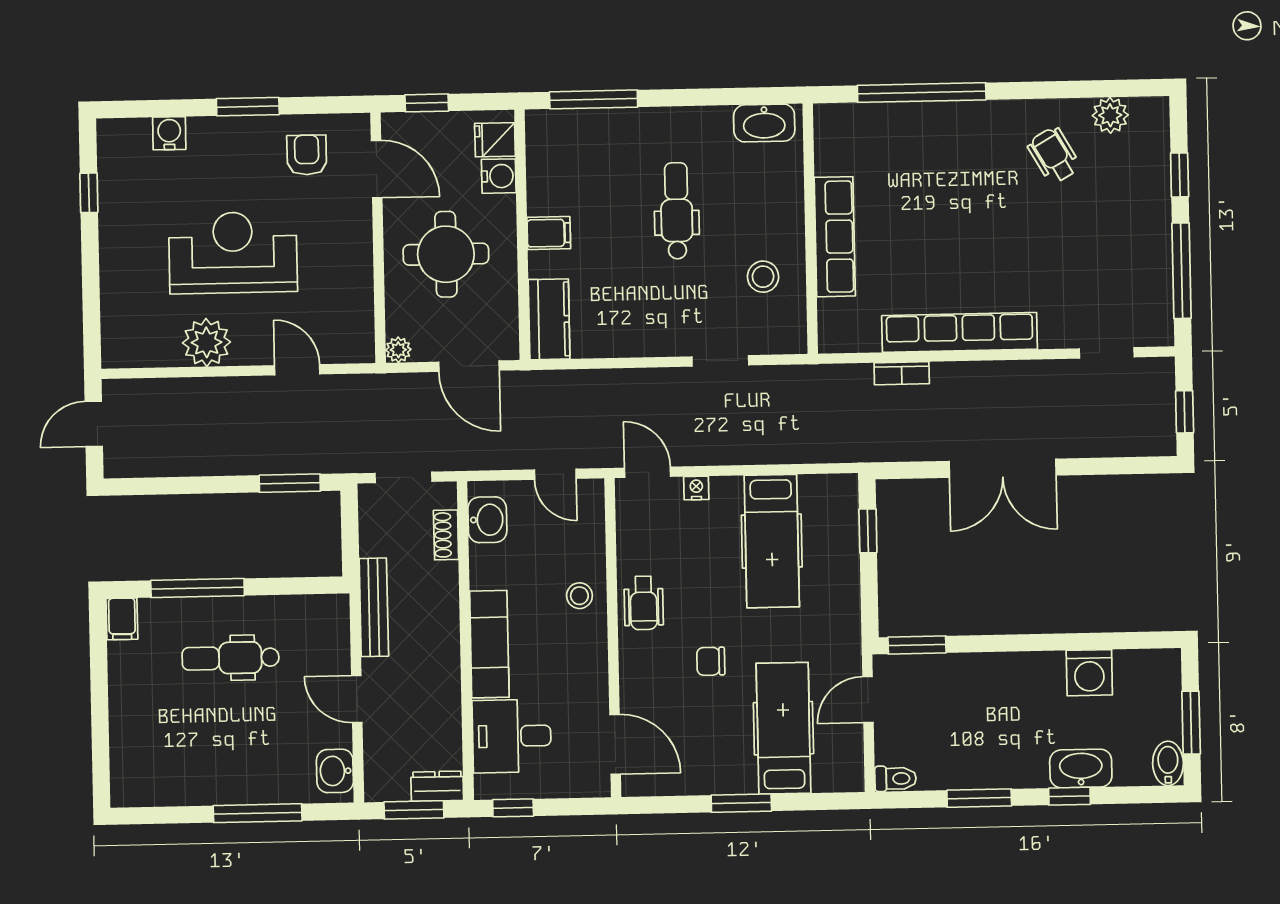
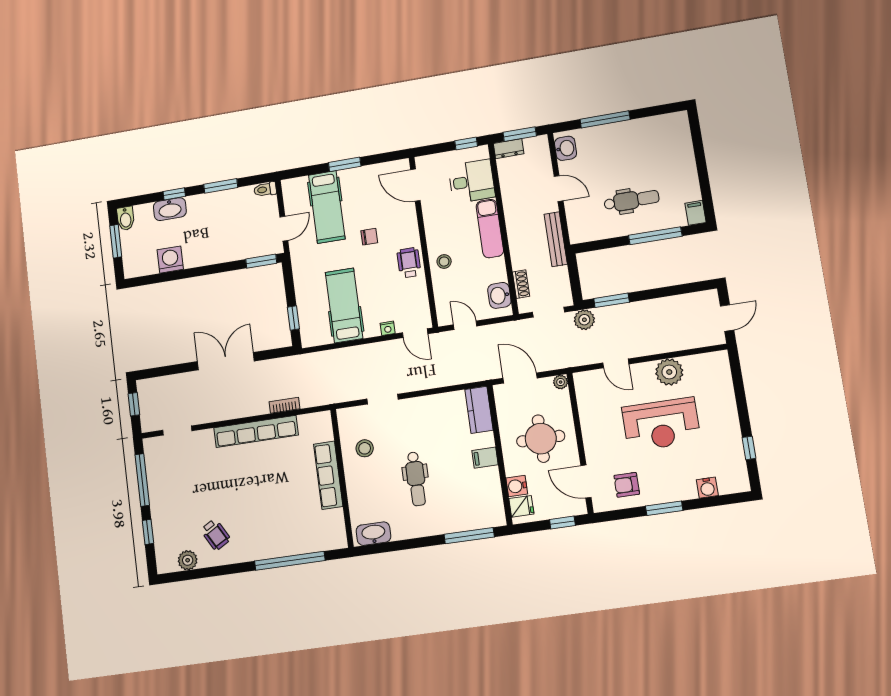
armchair: (307, 155) -> (627, 485), turned 90
plant: (342, 455) -> (584, 320), added

